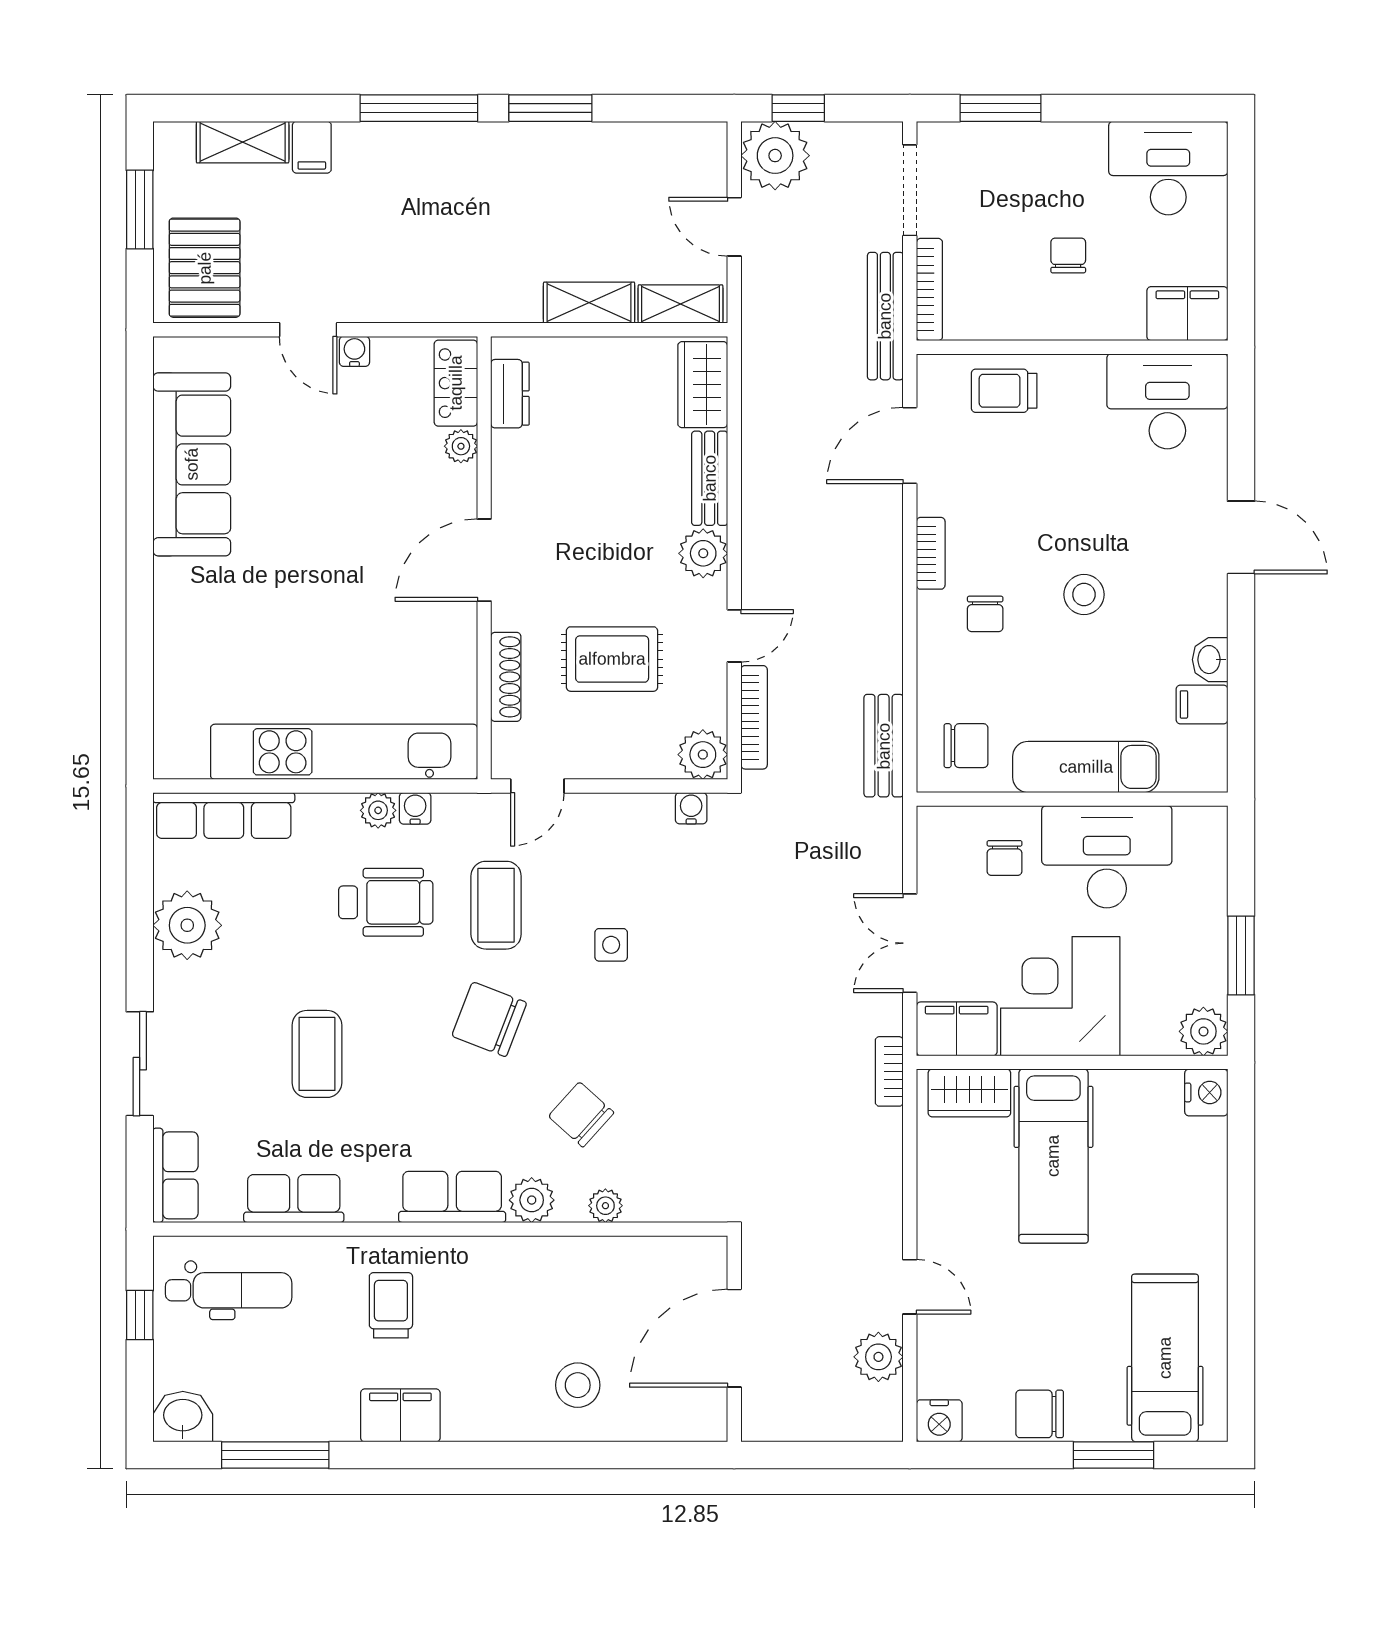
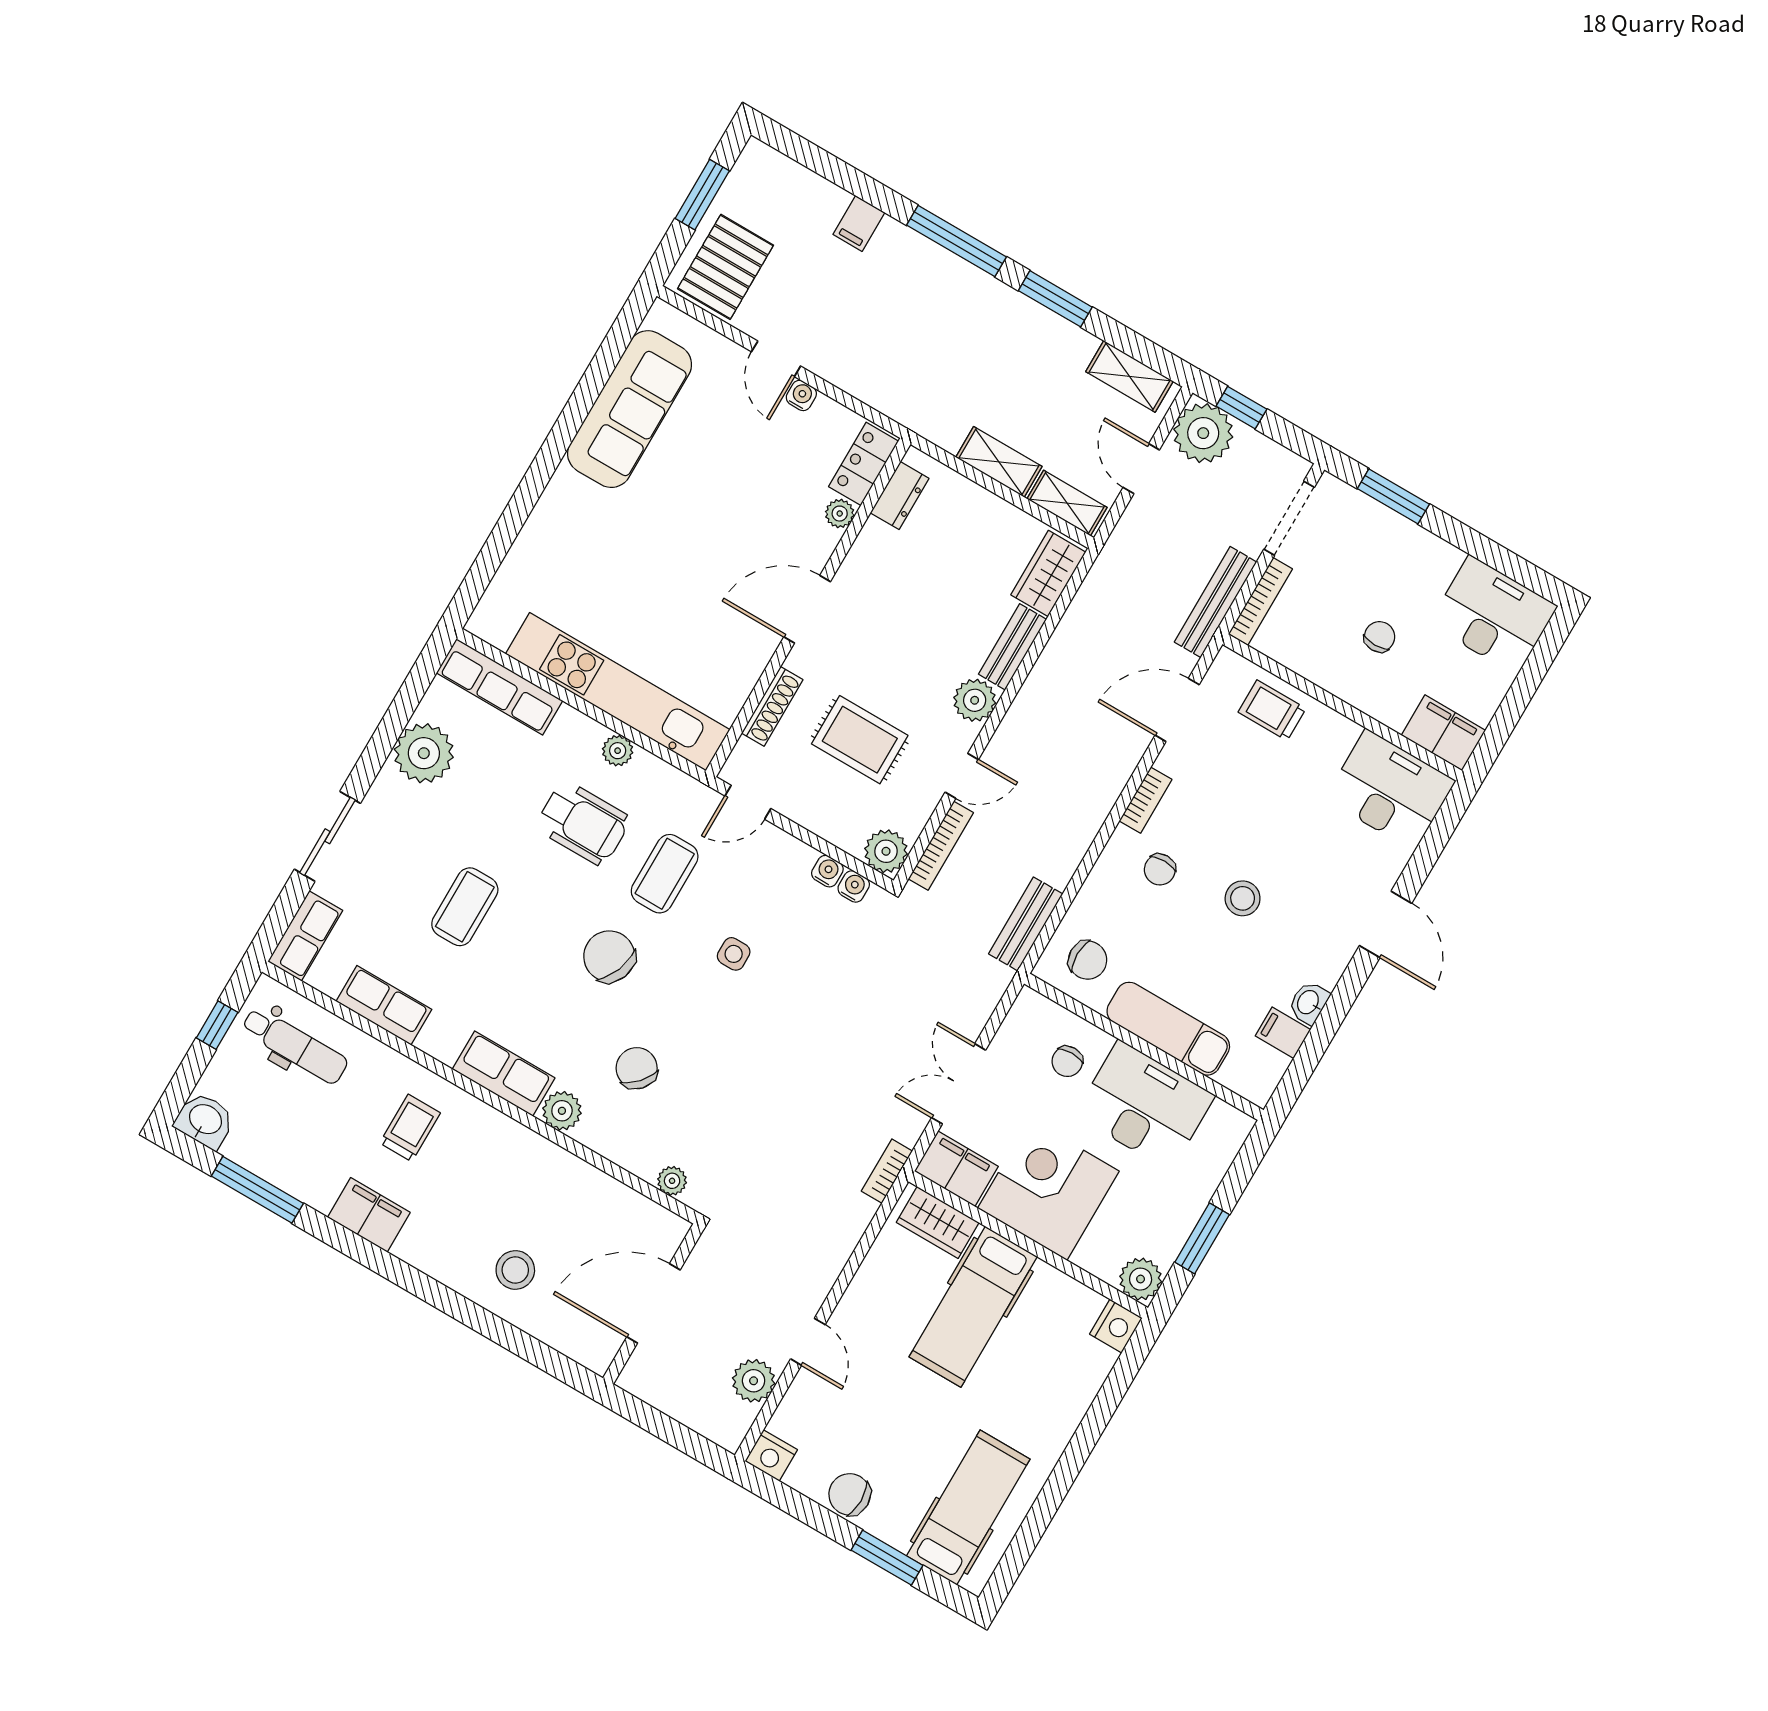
shelving: (243, 142) -> (1129, 376), moved
water cooler: (415, 808) -> (827, 871), moved
plant: (605, 1206) -> (672, 1181), moved

